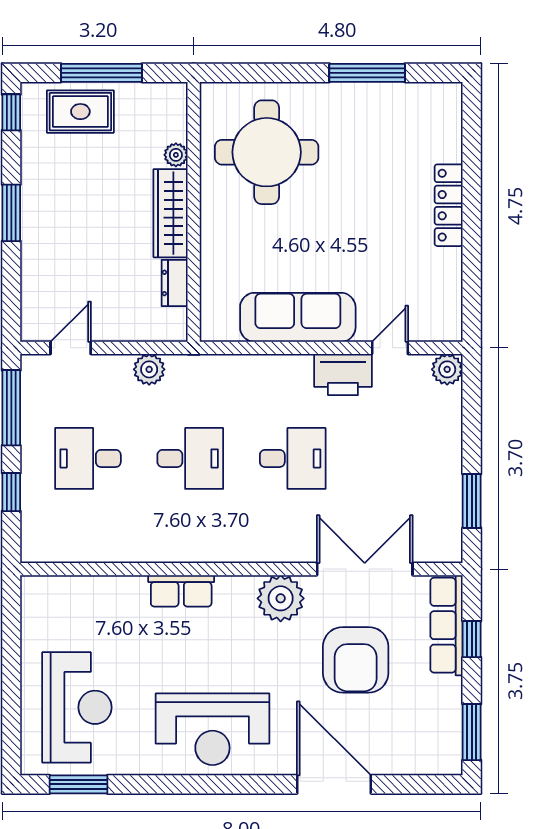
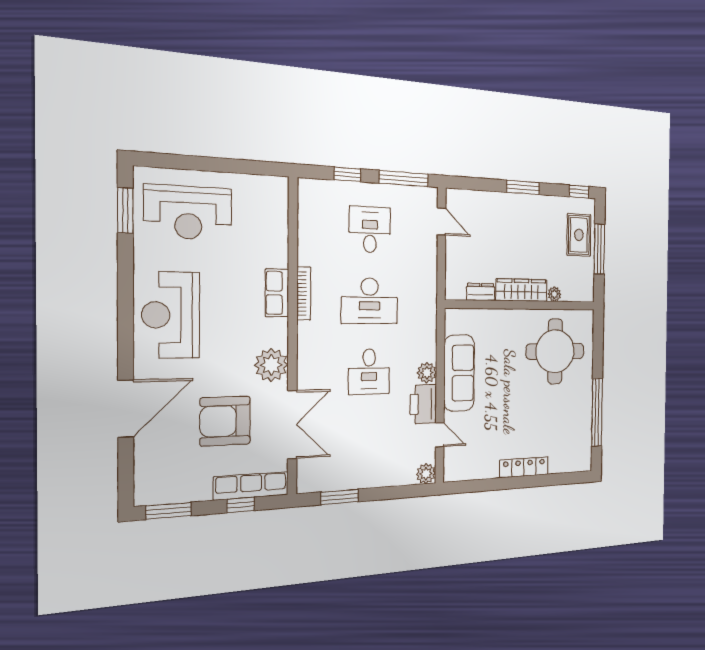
window: (367, 73) -> (597, 412), width x1.46
plant: (149, 369) -> (427, 373), moved
desk: (190, 458) -> (369, 301), width x1.37
bookcase: (181, 554) -> (304, 293), added

